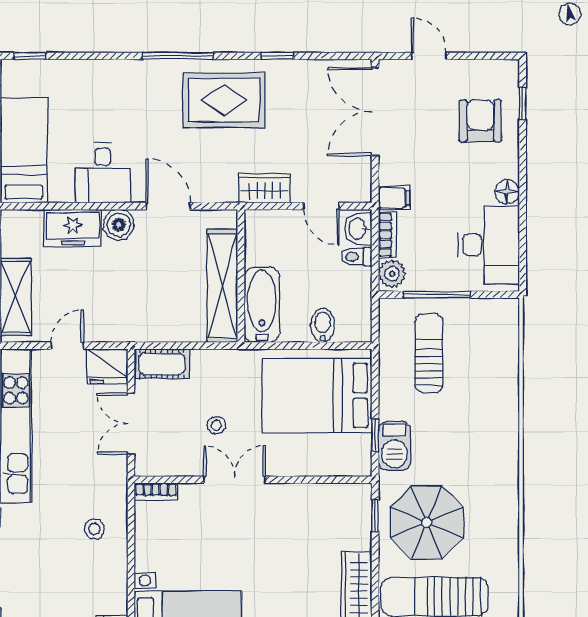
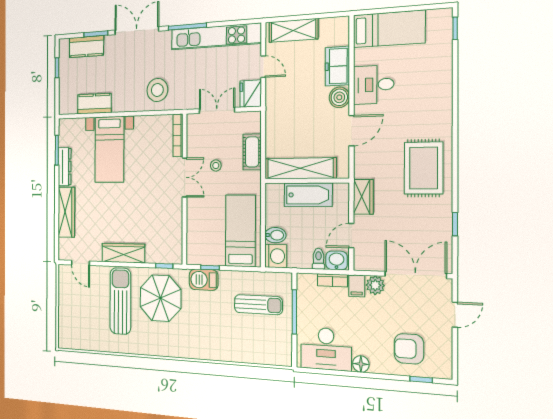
window: (178, 56) -> (455, 135), removed
window: (277, 56) -> (455, 224), moved
armchair: (480, 121) -> (409, 349), turned 180
plant: (392, 274) -> (375, 285), moved
bathtub: (262, 305) -> (308, 195), moved
washing machine: (354, 325) -> (276, 256), added
cot: (162, 364) -> (252, 152), moved
bed: (317, 396) -> (240, 231), width x0.67
bookcase: (156, 492) -> (178, 135), width x1.56
stool: (94, 529) -> (157, 90), width x1.89, depth x1.89

